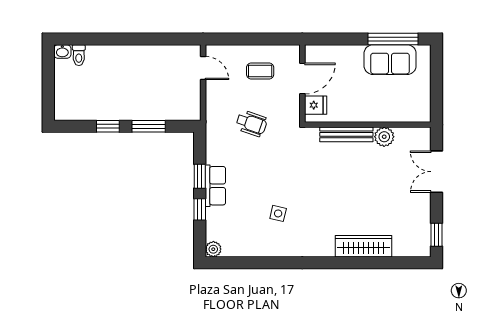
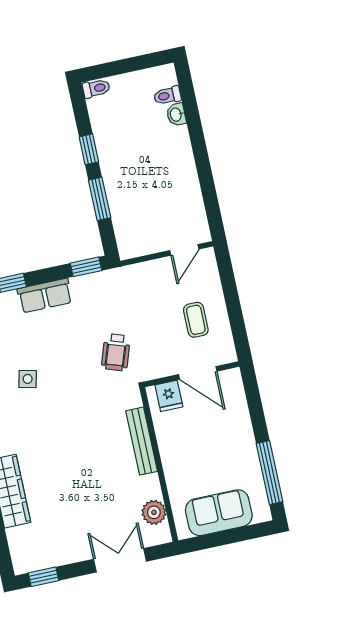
washbasin: (62, 51) -> (176, 115), moved
sofa: (390, 60) -> (219, 513), moved, turned 90
toilet: (61, 110) -> (96, 88), added
wheelchair: (251, 123) -> (116, 352), moved
plant: (384, 137) -> (154, 512), moved
window: (200, 176) -> (86, 267), moved

